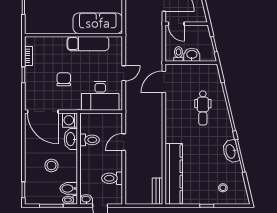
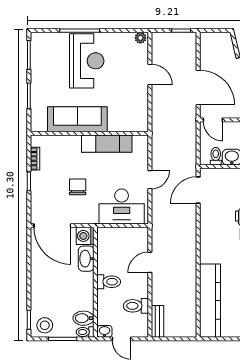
sofa: (98, 23) -> (77, 119), moved
toilet: (90, 140) -> (109, 282), moved
stool: (51, 165) -> (45, 325), moved
bench: (158, 191) -> (157, 321), moved

